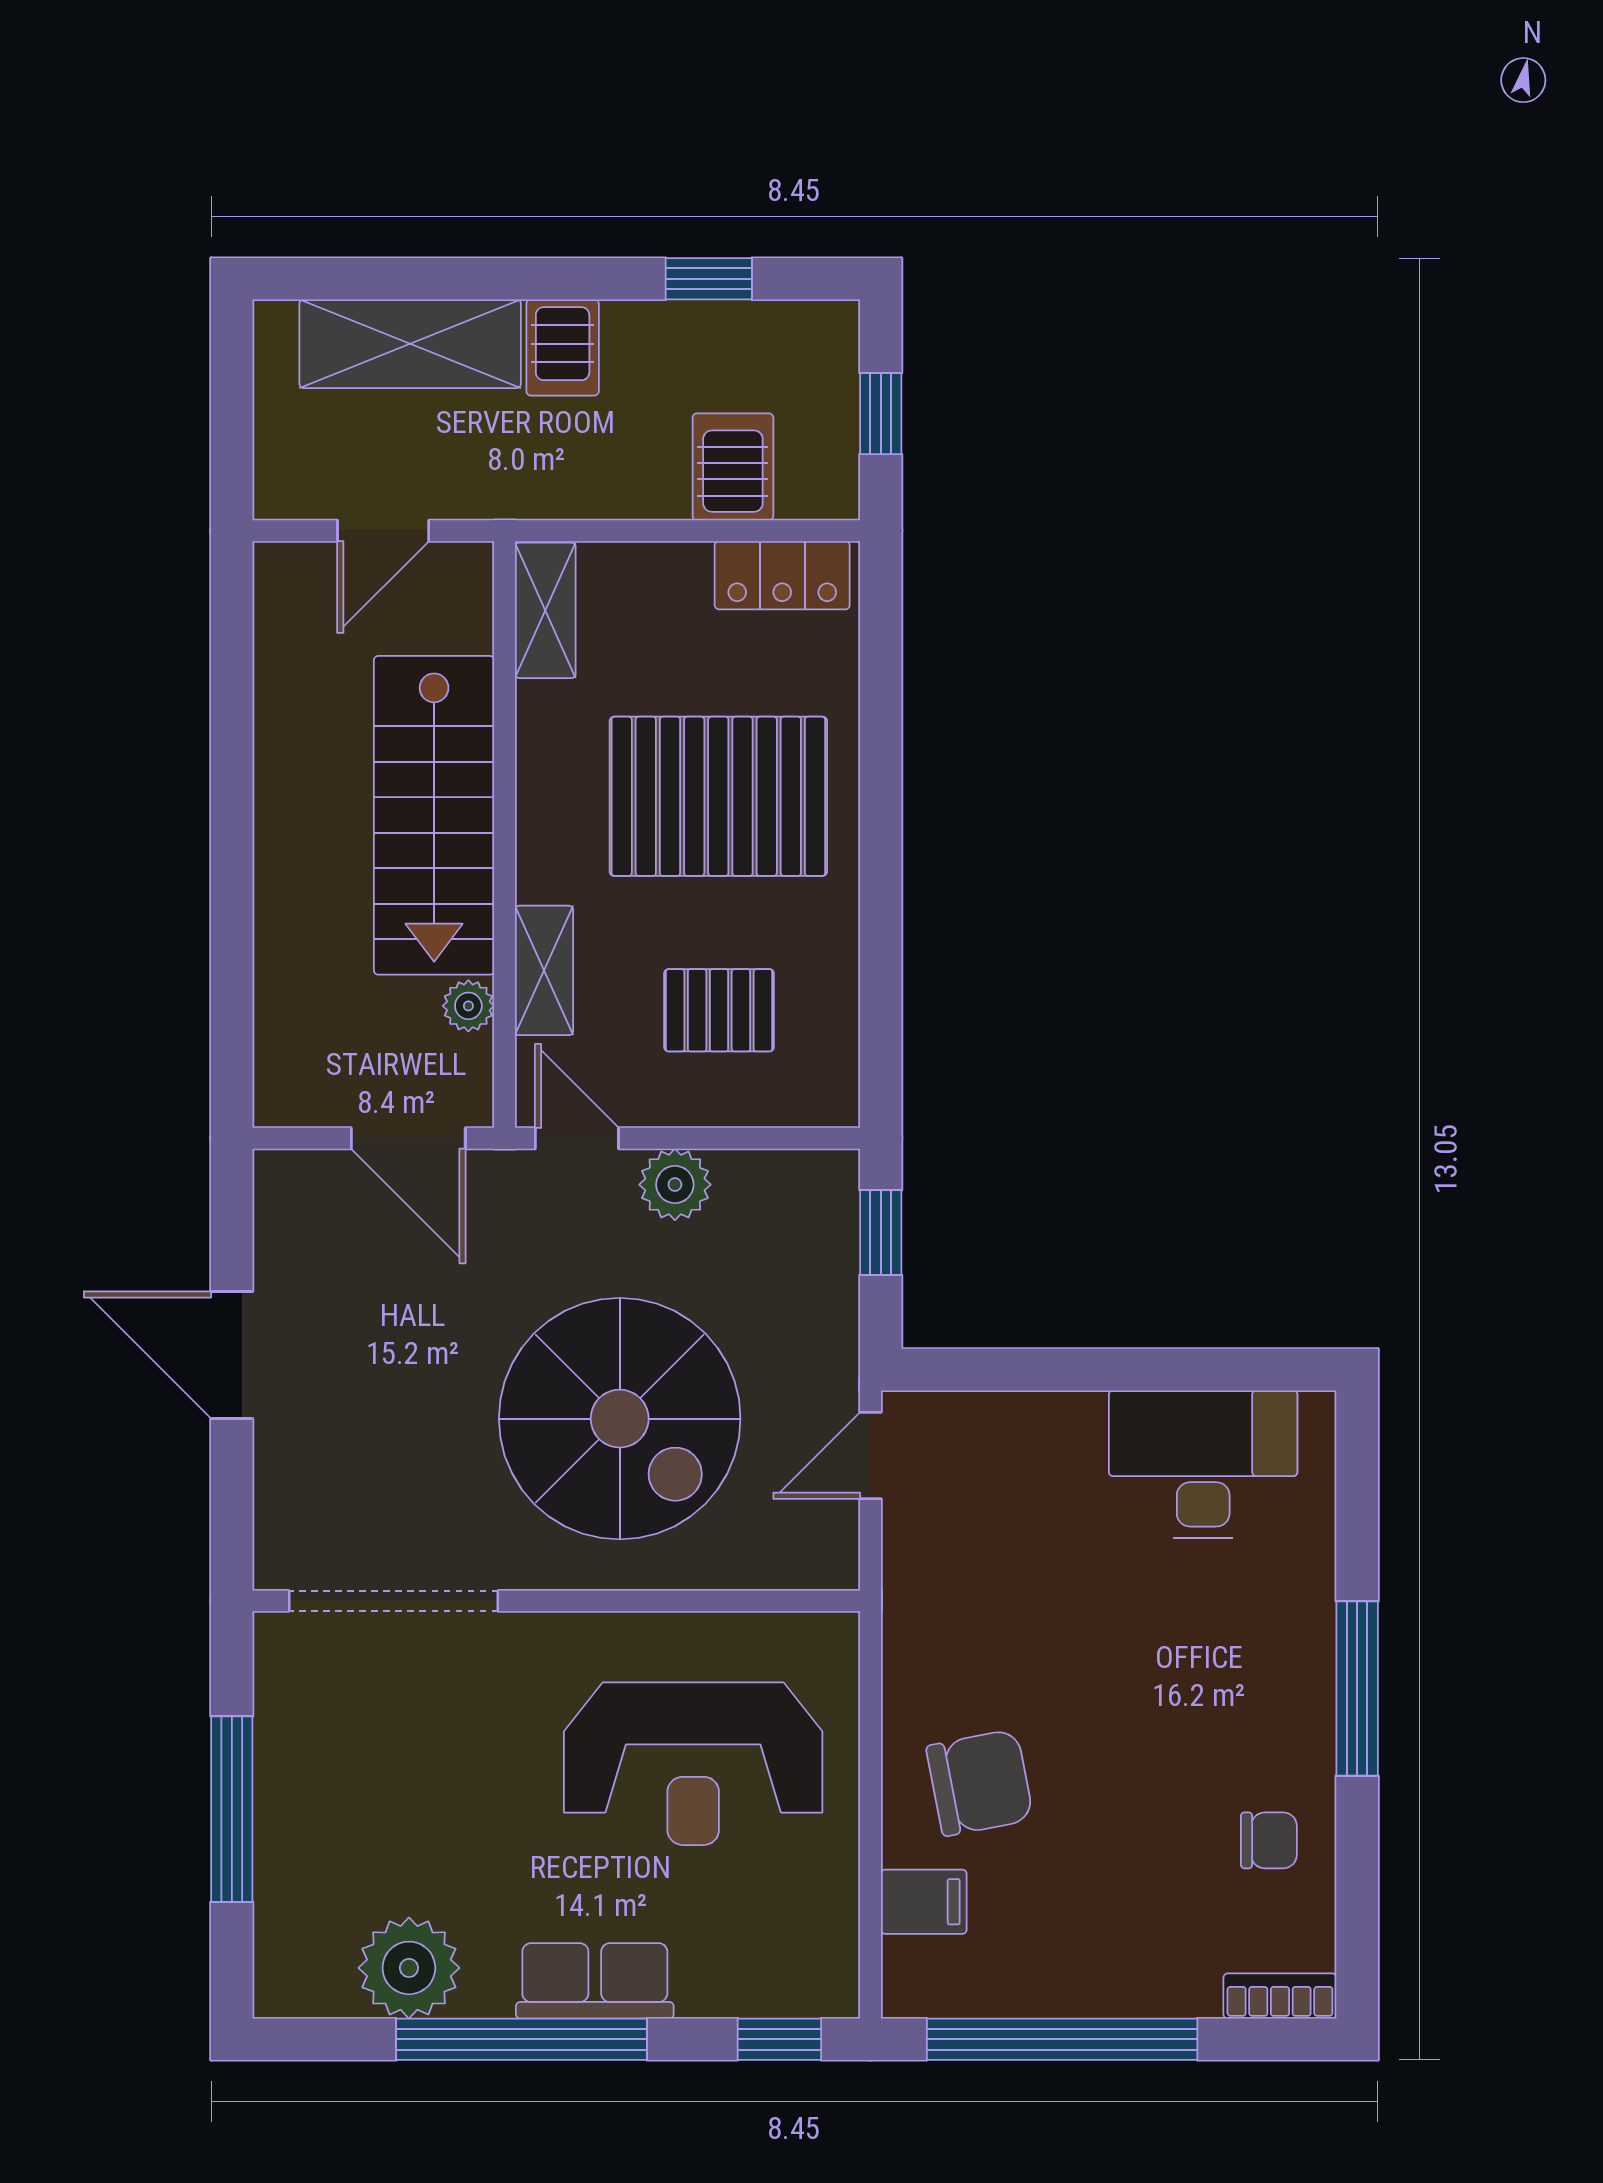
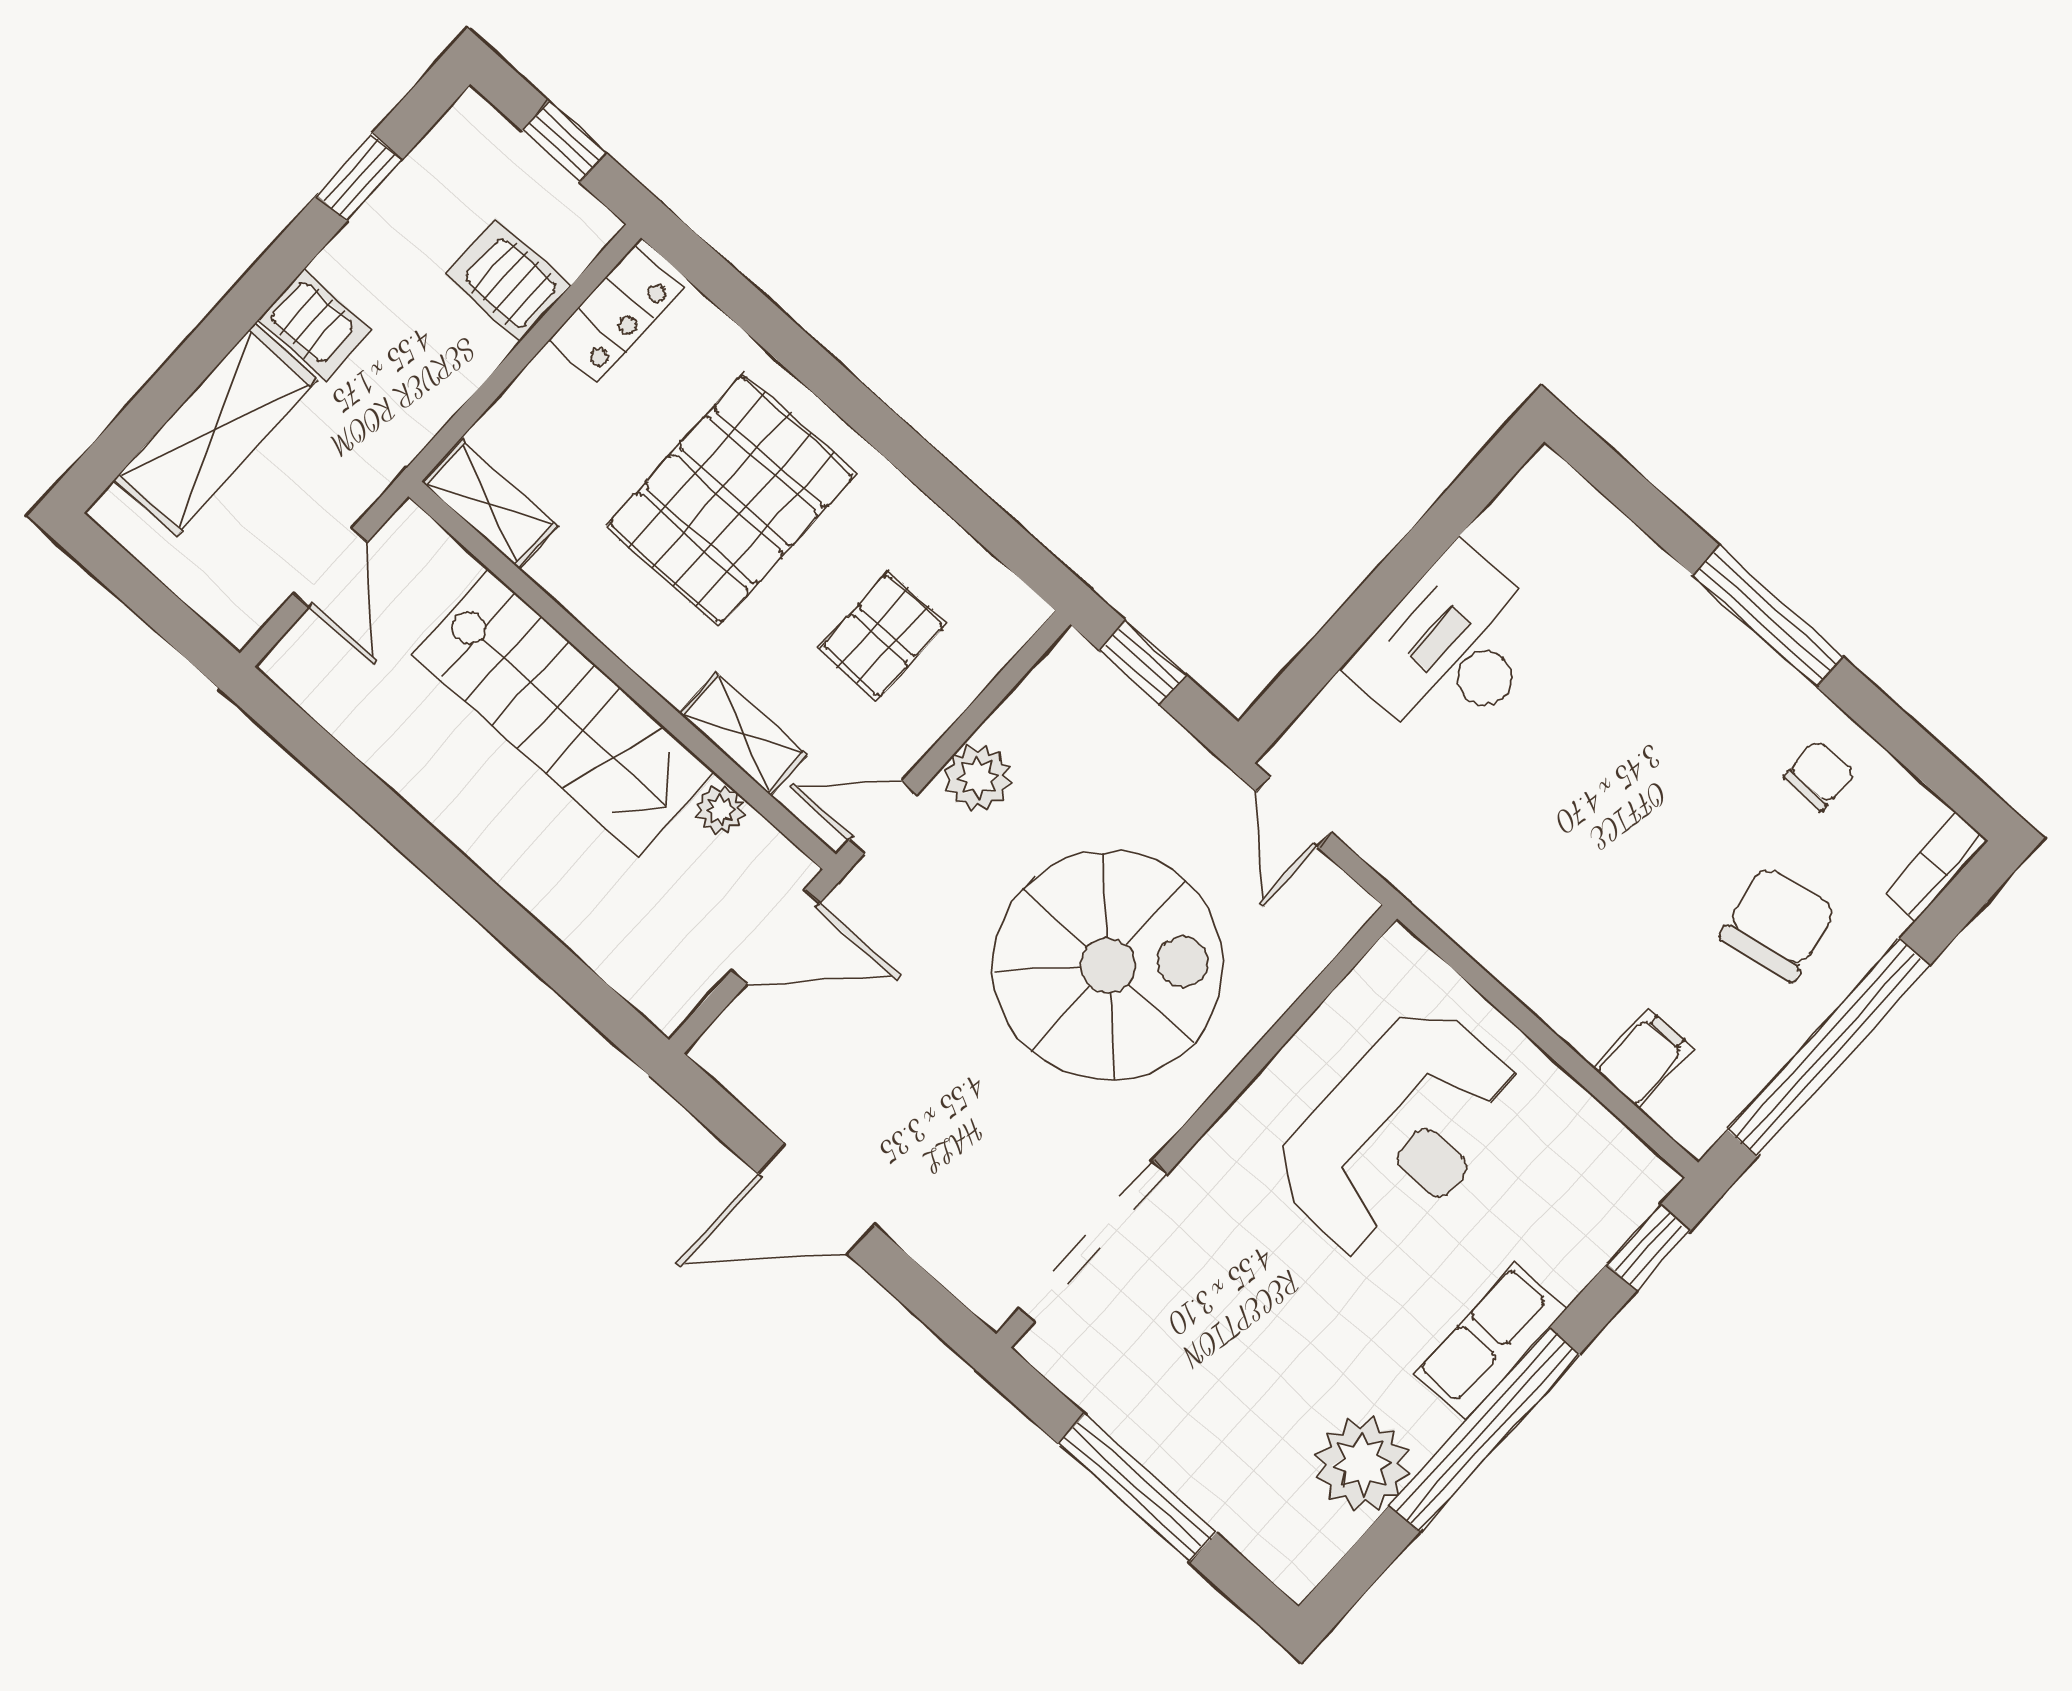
desk: (1203, 1464) -> (1452, 649), moved
chair: (980, 1783) -> (1778, 923), moved

